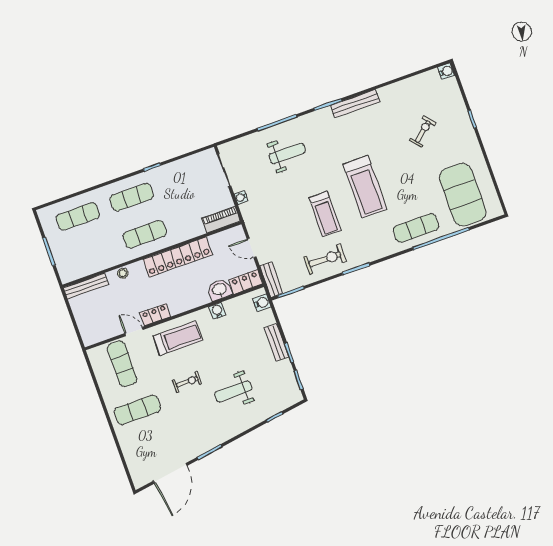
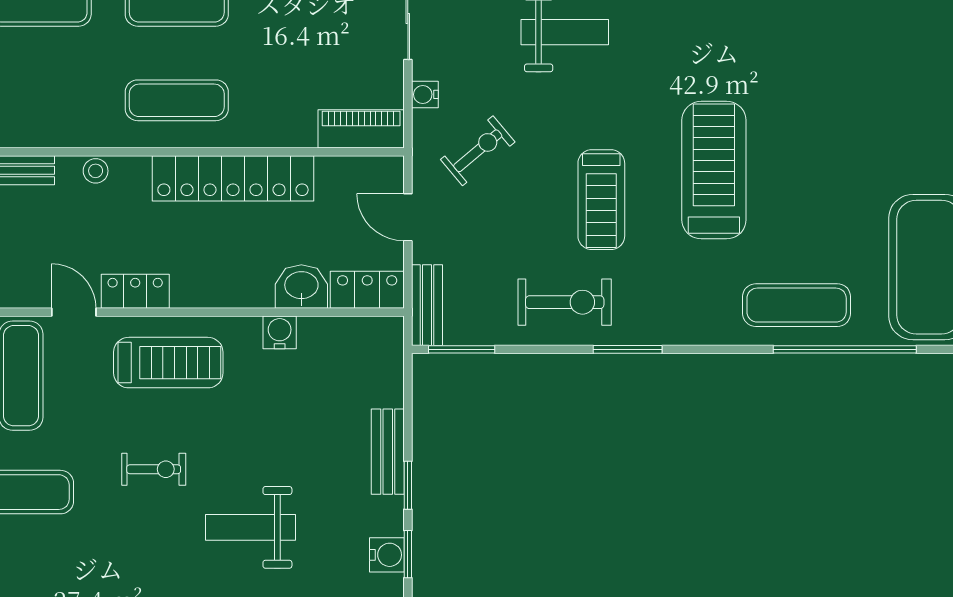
exercise bike: (423, 132) -> (478, 151), moved
treadmill: (365, 187) -> (714, 170), turned 180
water cooler: (262, 303) -> (387, 555), moved

